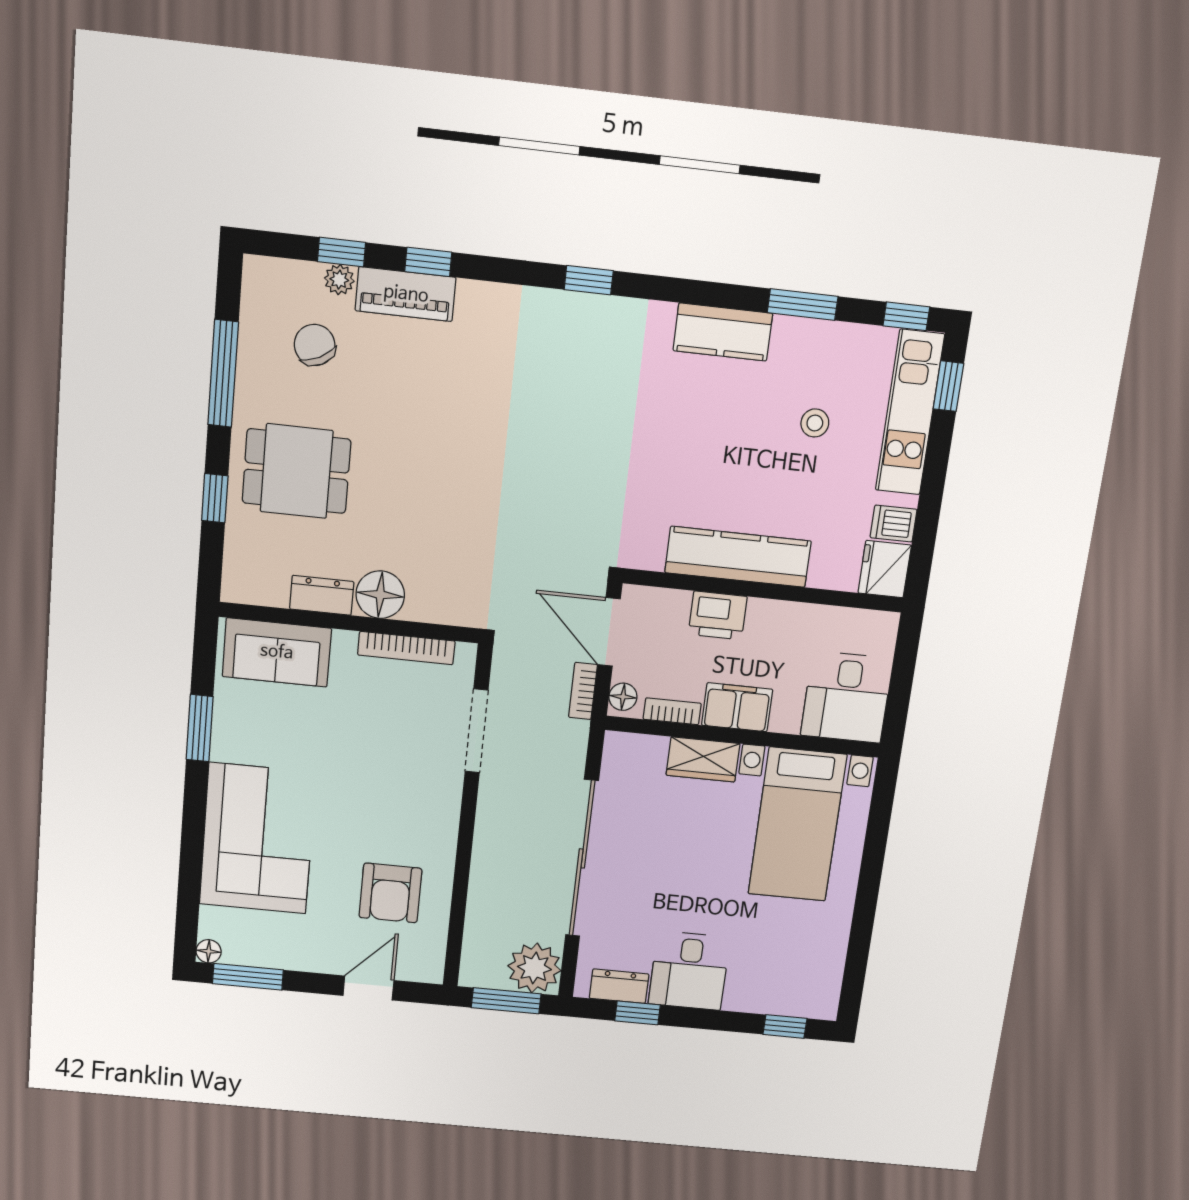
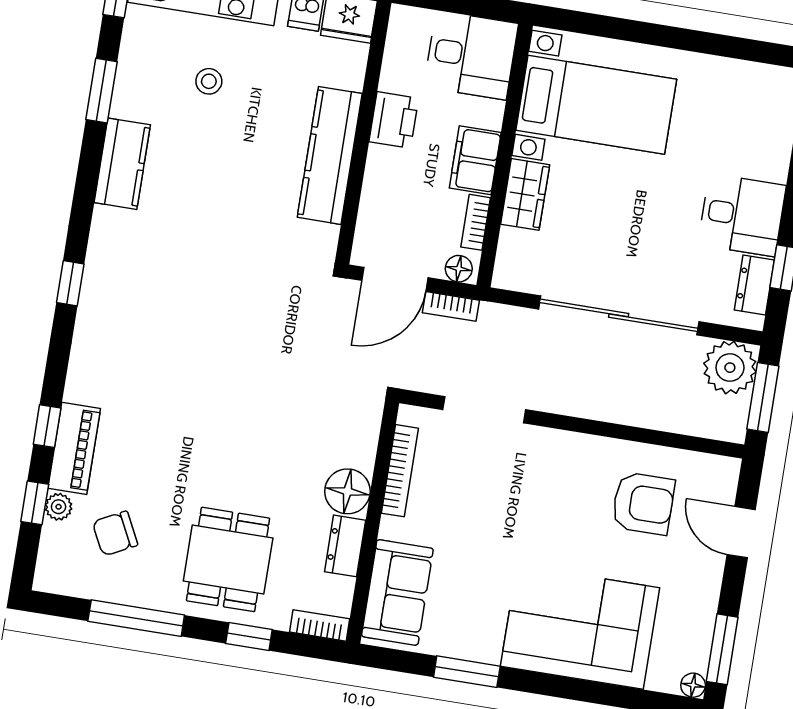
bookcase: (234, 573) -> (320, 625), added
printer: (718, 615) -> (394, 120), moved

